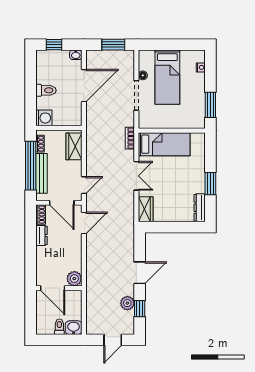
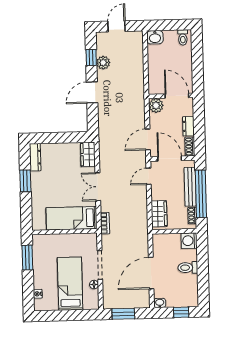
plant: (74, 279) -> (156, 106), moved
door: (53, 288) -> (177, 96), moved
wall: (59, 288) -> (171, 96), moved
toilet: (59, 327) -> (183, 37), moved

